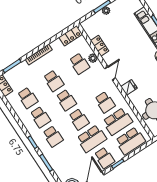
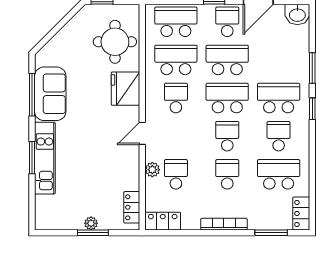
locker: (100, 46) -> (132, 207), moved
fridge: (129, 87) -> (126, 89), width x1.88, depth x1.34
school desk: (28, 98) -> (279, 174), width x1.85
school desk: (79, 119) -> (227, 98), width x1.85
school desk: (53, 136) -> (279, 98), width x1.85

